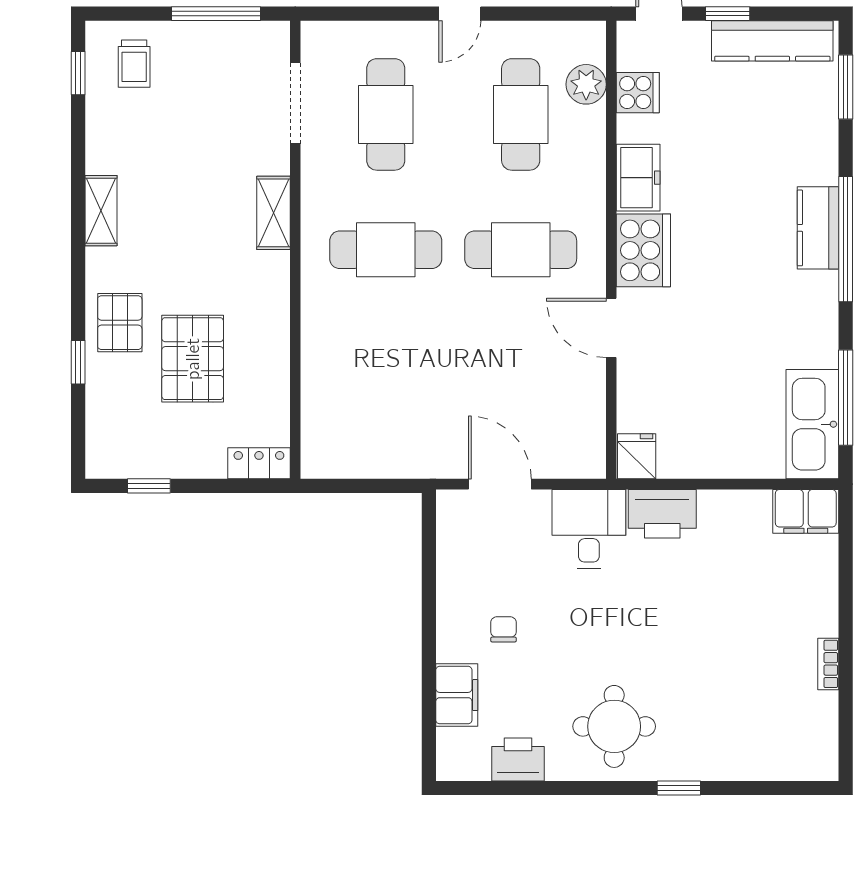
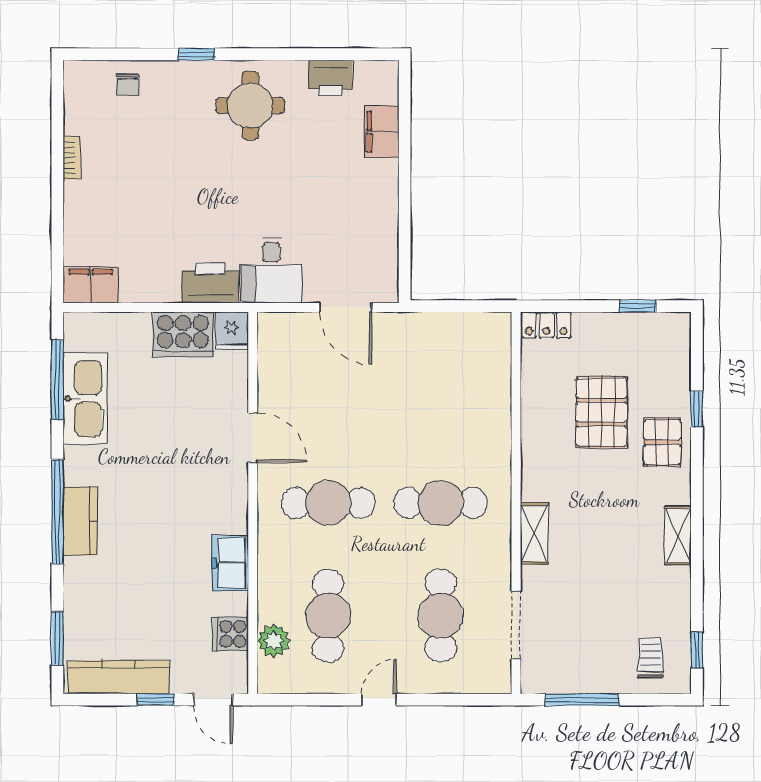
cooker: (643, 250) -> (183, 334), moved, turned -90
kitchen sink: (812, 424) -> (85, 399), moved
chair: (503, 629) -> (128, 85), moved

